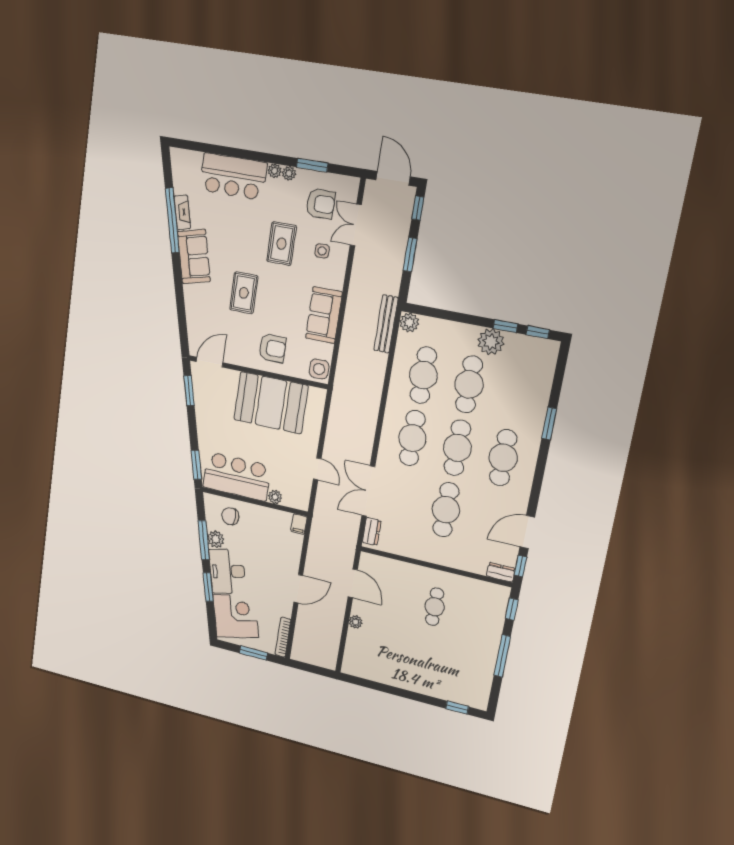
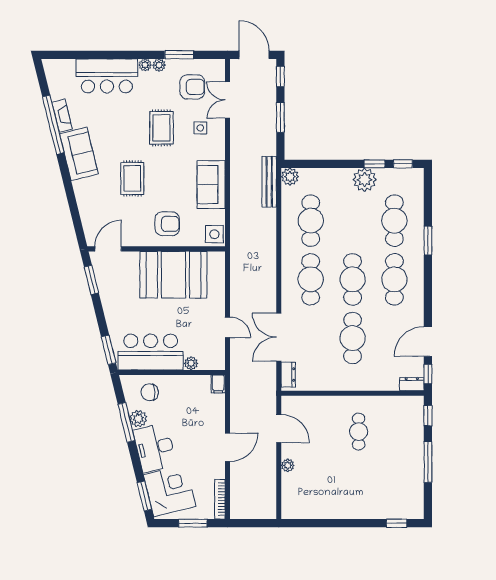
cafe table: (469, 384) -> (394, 221), moved
window: (208, 587) -> (144, 496), moved

